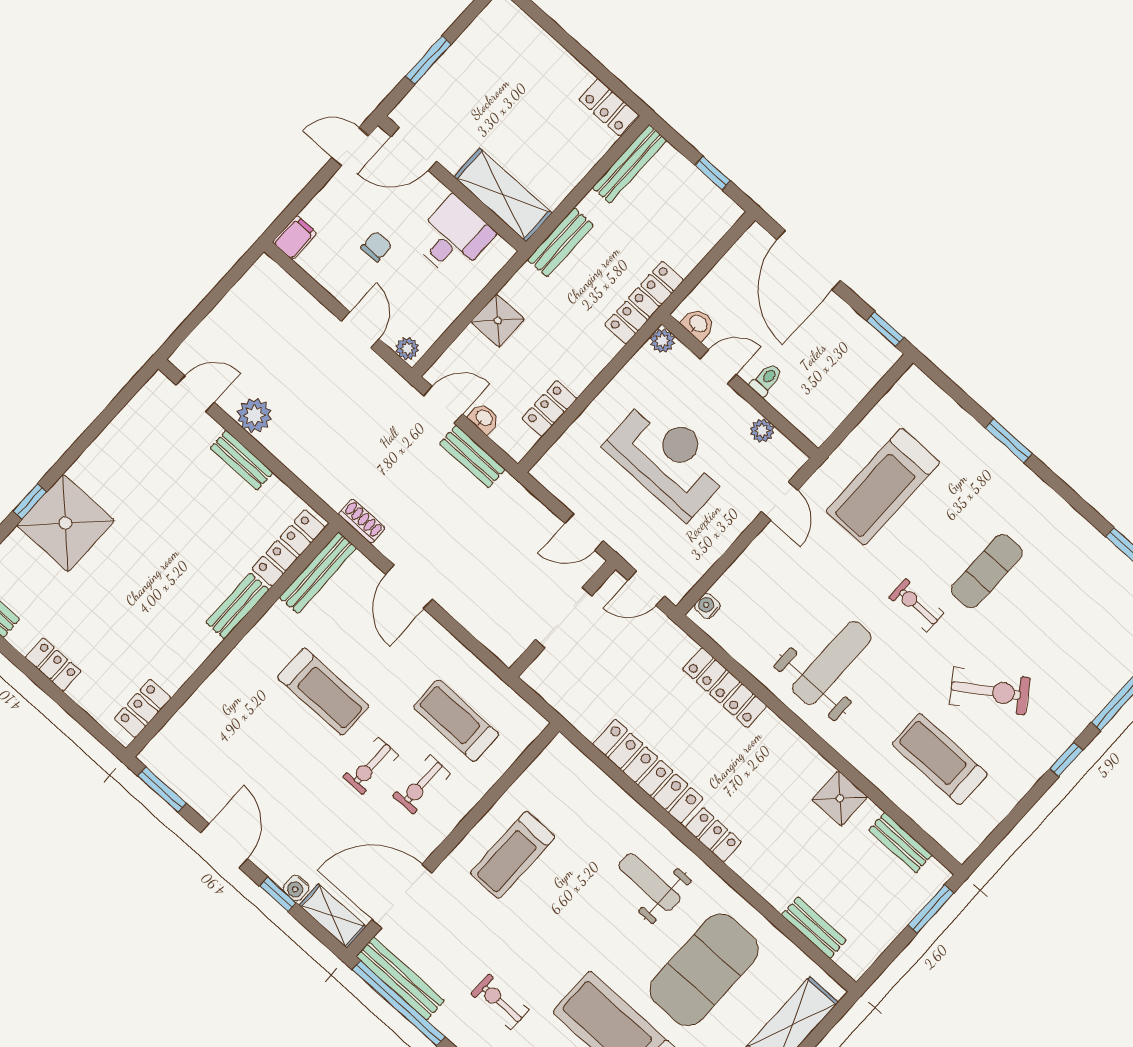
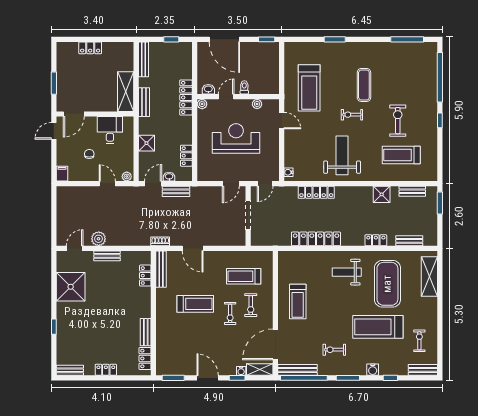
locker: (609, 107) -> (90, 48), moved
shelving: (503, 195) -> (126, 92), moved, turned 90
shower: (65, 523) -> (71, 287), moved
locker: (289, 548) -> (145, 276), width x0.66
bench: (237, 606) -> (146, 332), moved
exercise bike: (990, 691) -> (398, 121), turned -56
locker: (713, 835) -> (376, 240), moved

